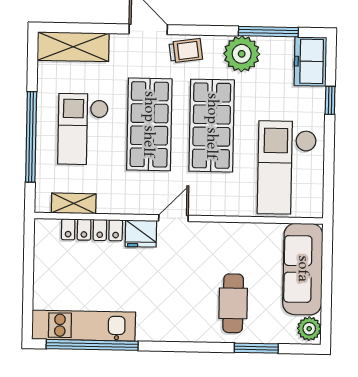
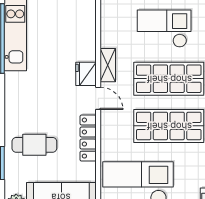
shelving: (74, 203) -> (108, 65), moved
locker: (92, 230) -> (88, 138), moved

